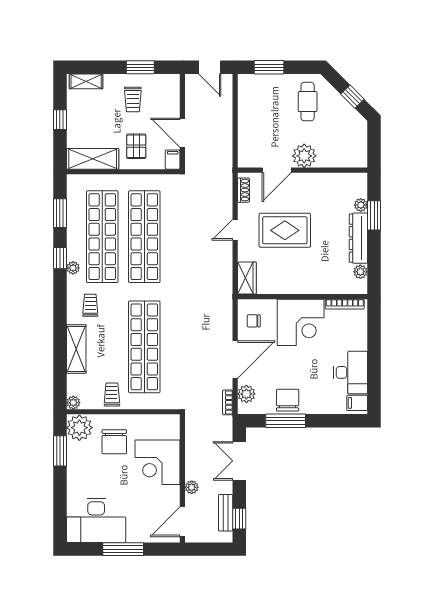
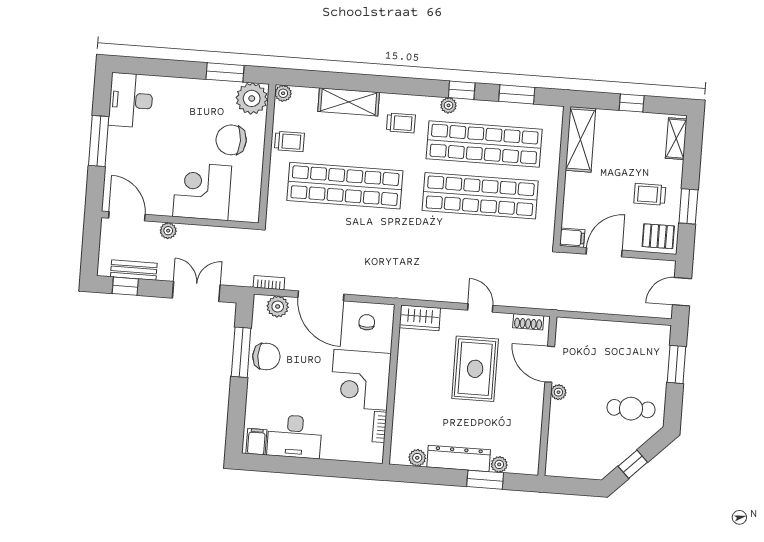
pallet: (136, 146) -> (658, 236), moved
plant: (304, 156) -> (558, 392), width x0.53, depth x0.53
bookcase: (345, 304) -> (380, 427), width x0.64
desk: (96, 520) -> (131, 100), width x0.73, depth x0.77

